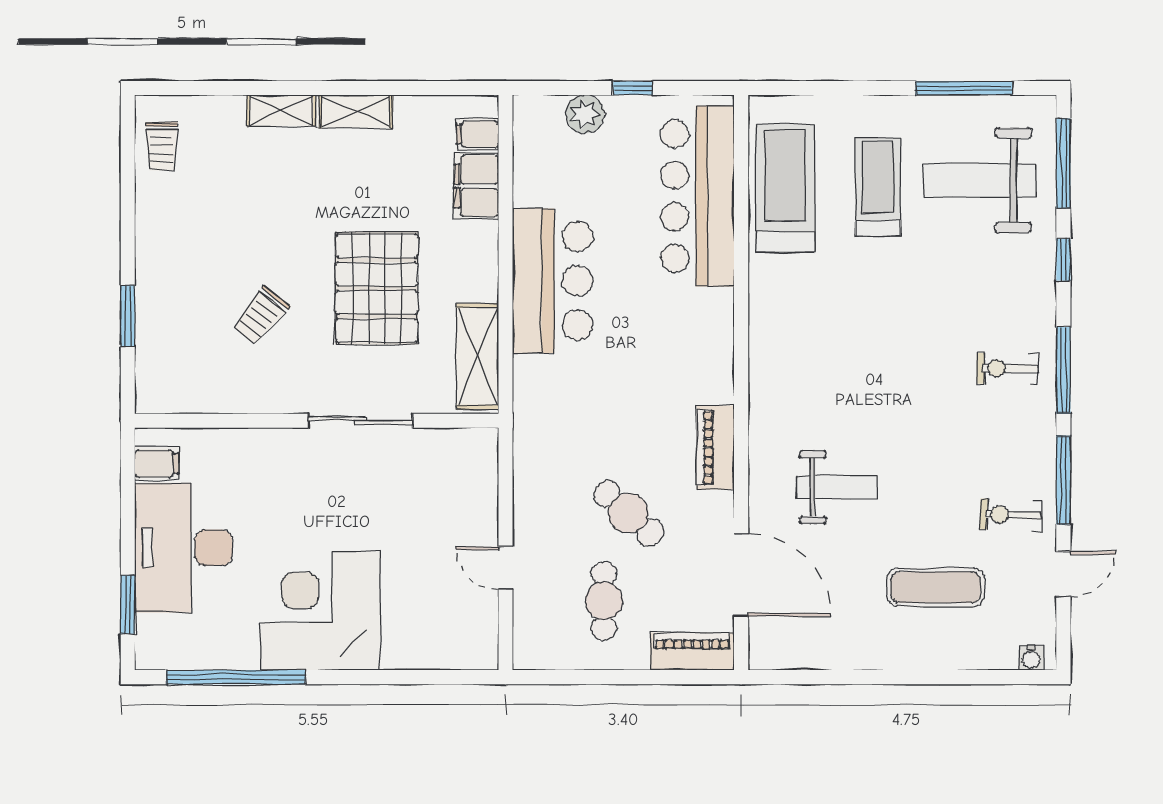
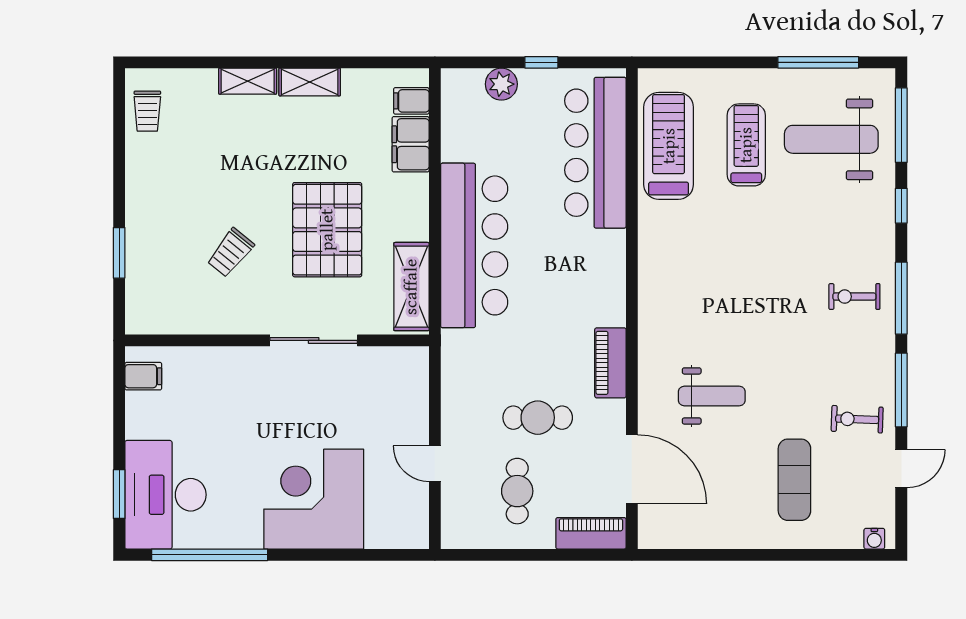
bar counter: (552, 281) -> (474, 245), width x1.36
cafe table: (628, 513) -> (538, 418), turned -42
desk: (183, 548) -> (166, 495), moved
exercise mat: (936, 587) -> (794, 480), turned 90
corner desk: (320, 611) -> (314, 499), moved

